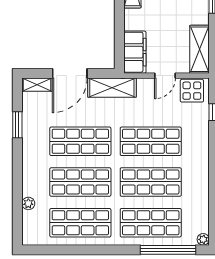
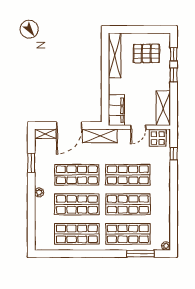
plant: (28, 203) -> (39, 192), moved
window: (168, 250) -> (140, 254), width x0.68

